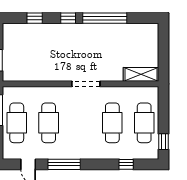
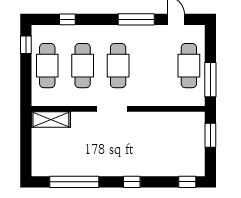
window: (35, 18) -> (187, 182), moved
window: (105, 18) -> (74, 182), moved
cafe table: (49, 123) -> (118, 66), moved

